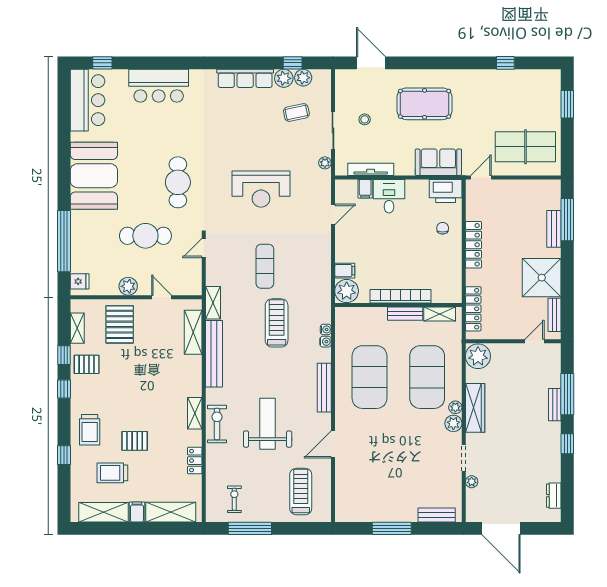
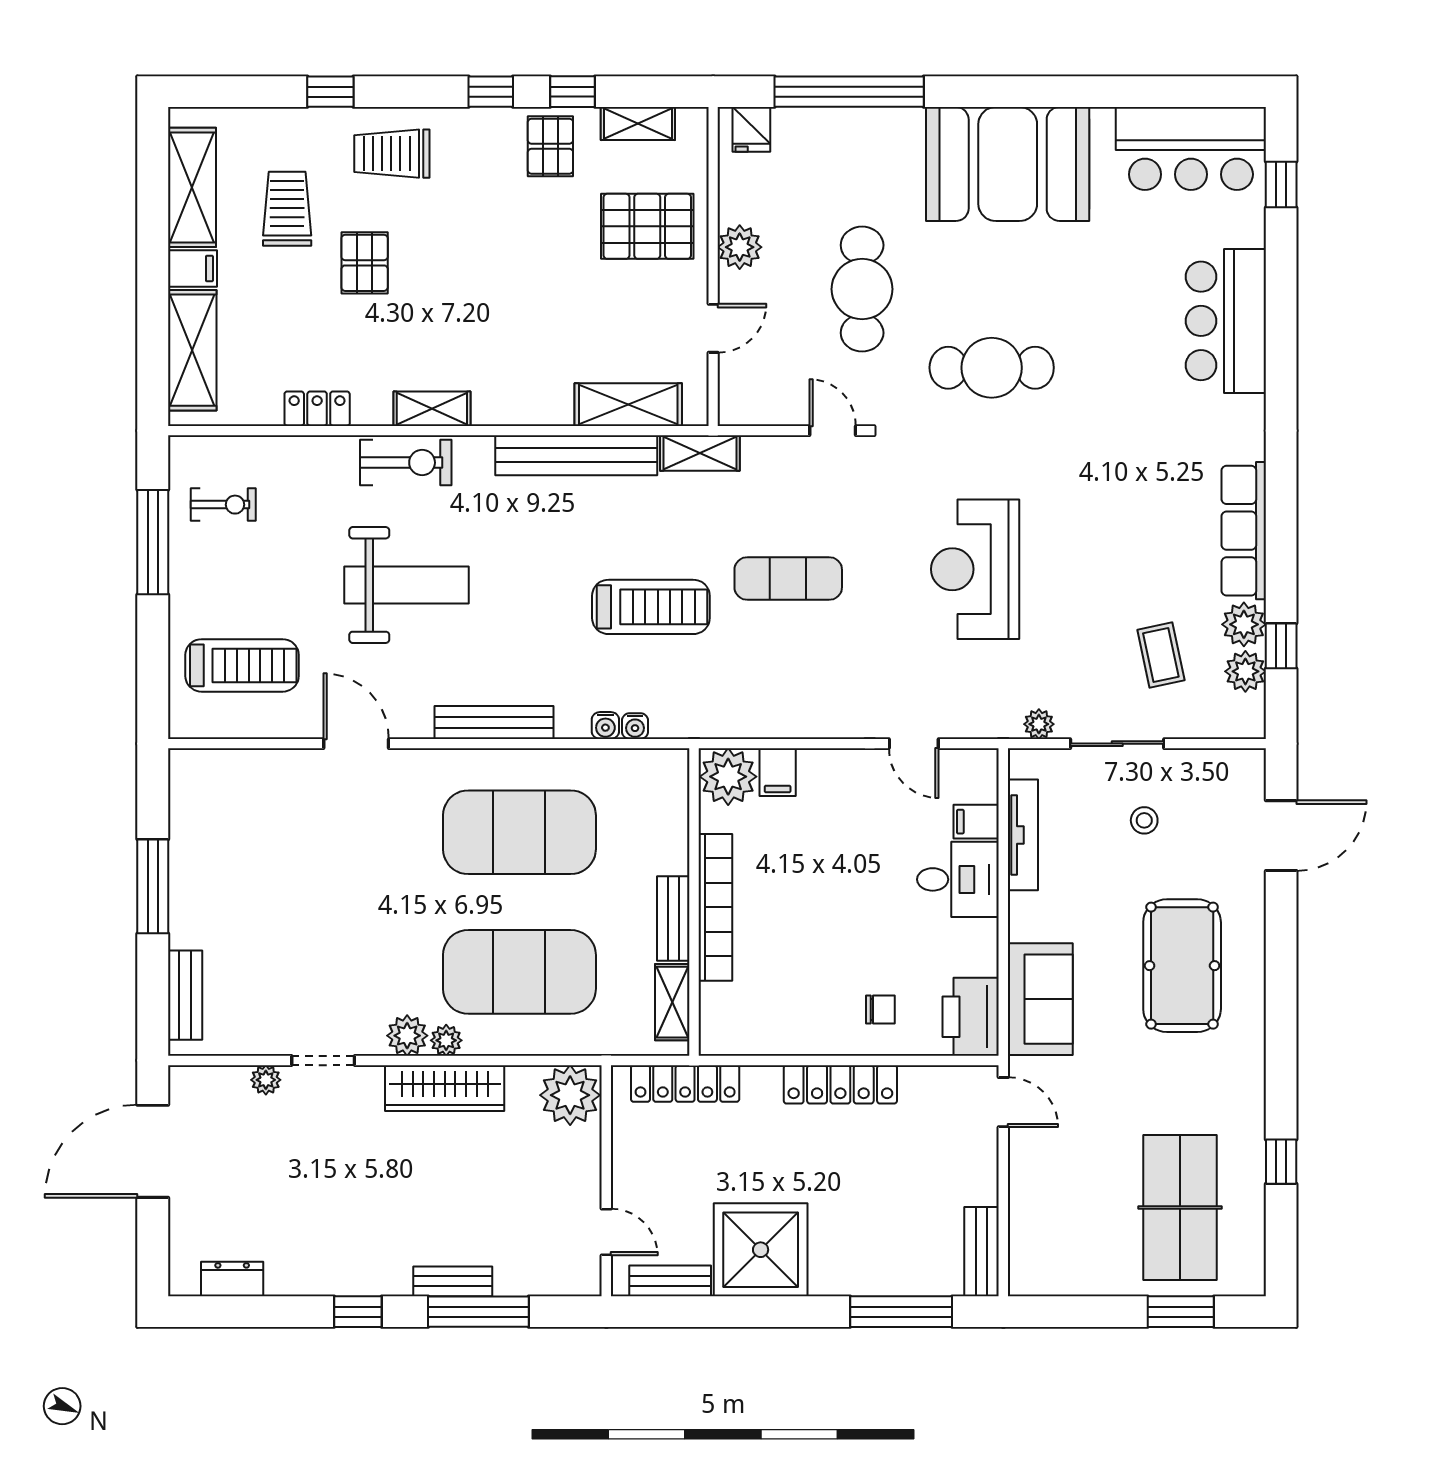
table tennis table: (525, 147) -> (1180, 1207), moved
bench: (554, 229) -> (982, 1252), moved, turned 90

